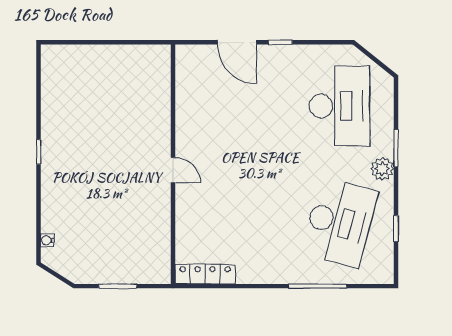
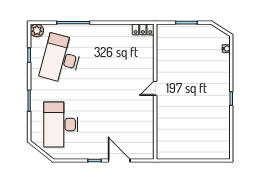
plant: (382, 169) -> (37, 30), moved
door: (173, 170) -> (155, 88), hinge flipped
locker: (205, 274) -> (143, 29), width x0.66

